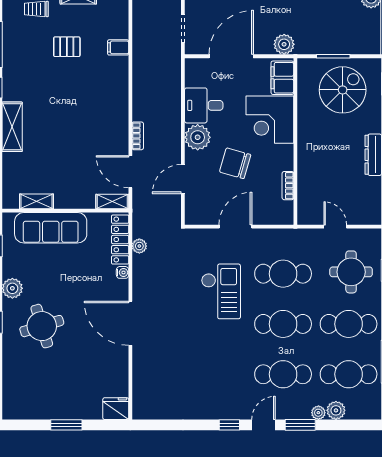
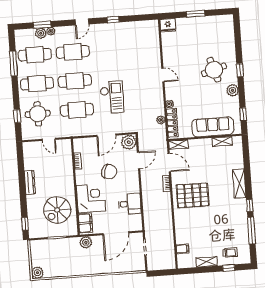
pallet: (67, 47) -> (193, 195), moved, width x2.05, depth x2.00
filing cabinet: (118, 47) -> (183, 249), moved
spiral stairs: (343, 90) -> (57, 210), moved
plant: (198, 137) -> (129, 142), moved
checkout: (221, 291) -> (112, 97), turned 180
door: (130, 323) -> (163, 75), width x0.53
window: (229, 425) -> (113, 20), moved
window: (300, 425) -> (42, 25), moved

